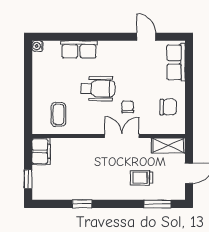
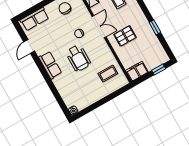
row of seats: (79, 49) -> (50, 65), moved
wheelchair: (98, 89) -> (78, 58), turned 180
double door: (122, 136) -> (99, 27), swing flipped
pallet: (93, 161) -> (125, 36), added

